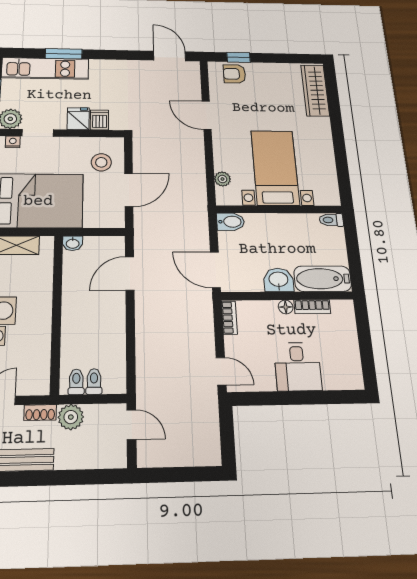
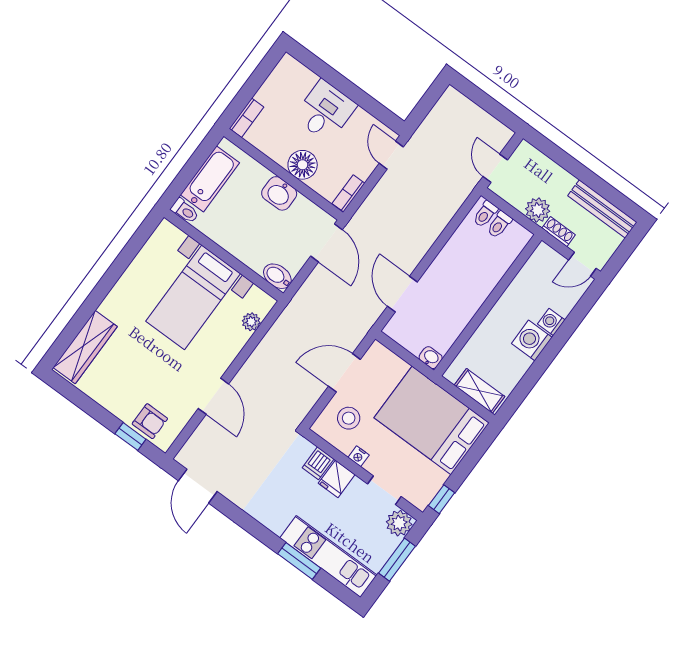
nightstand: (13, 142) -> (359, 456), moved
door: (130, 273) -> (402, 294), swing flipped
bathtub: (323, 279) -> (210, 179), moved, turned -90
floor lamp: (286, 307) -> (303, 165), width x1.89, depth x1.89
bookcase: (312, 307) -> (246, 118), moved, turned 90
toilet: (76, 382) -> (485, 214), moved

